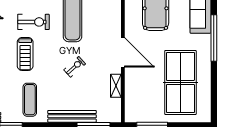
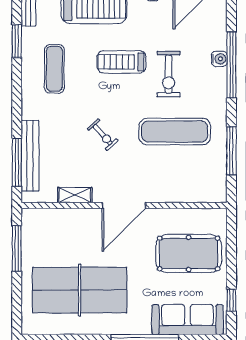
exercise mat: (30, 100) -> (54, 69), turned 90
bench: (72, 116) -> (30, 156), moved

